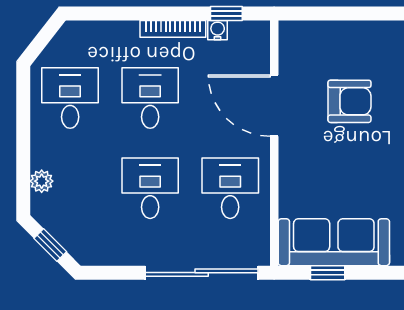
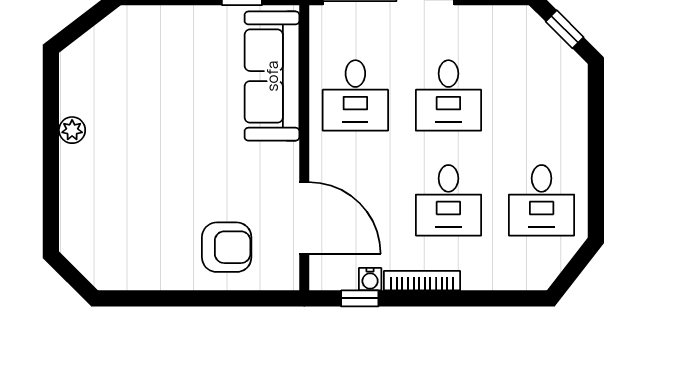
armchair: (349, 101) -> (227, 247), moved, turned 180
door: (274, 106) -> (304, 218), moved
plant: (42, 181) -> (575, 104), removed
sofa: (334, 242) -> (272, 76), moved, turned 90

